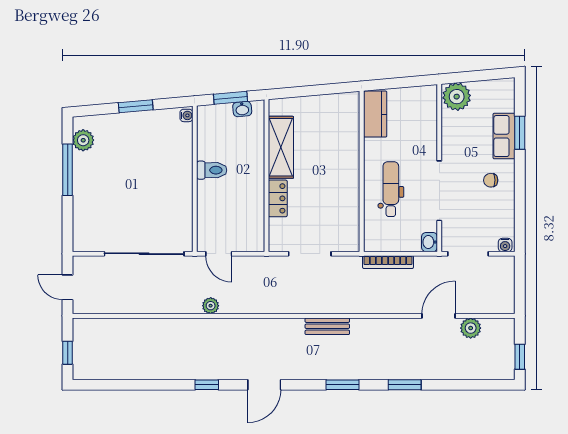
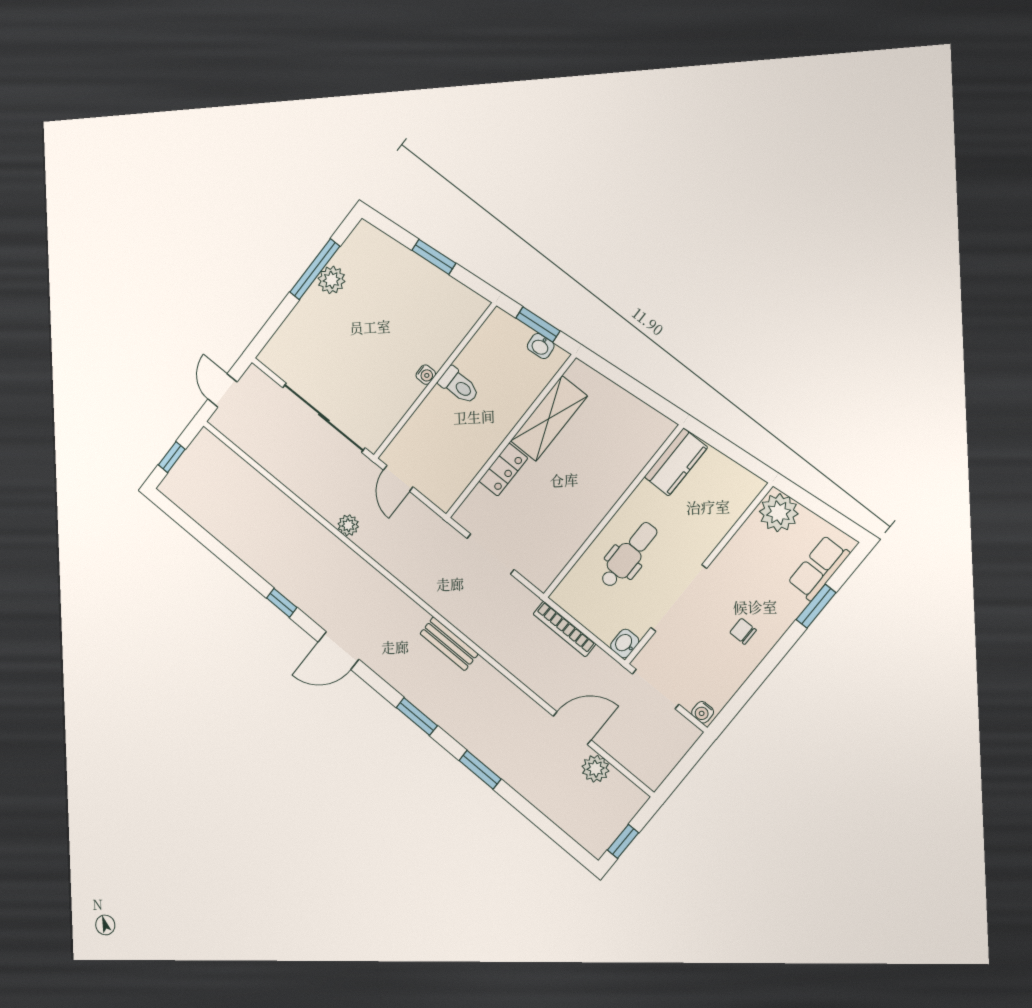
water cooler: (186, 115) -> (426, 375), moved
row of seats: (504, 136) -> (819, 568), moved
plant: (83, 140) -> (331, 280), moved

